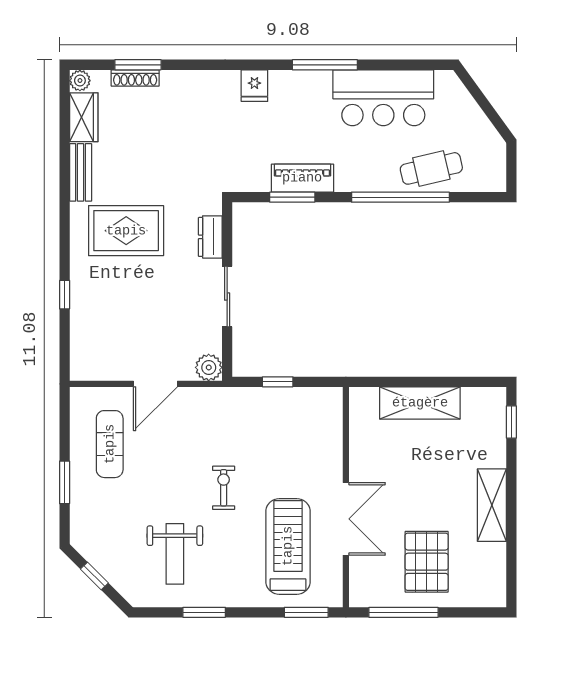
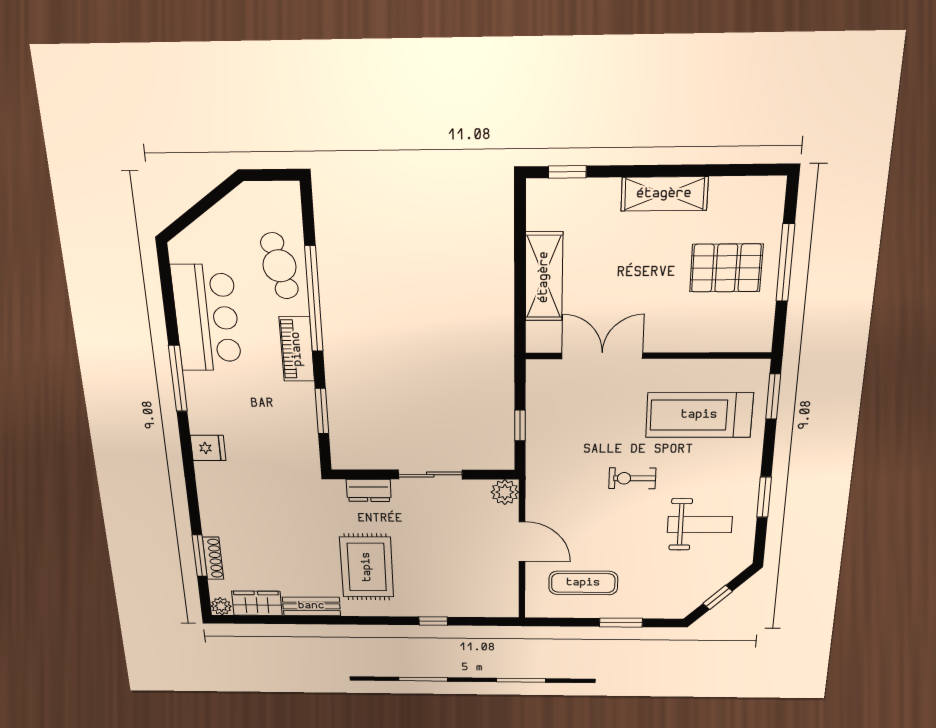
piano: (302, 178) -> (297, 349), moved
double door: (346, 519) -> (602, 356), moved
window: (403, 612) -> (785, 263), moved

